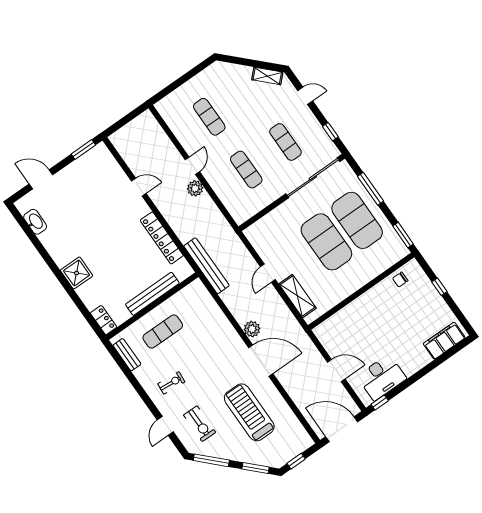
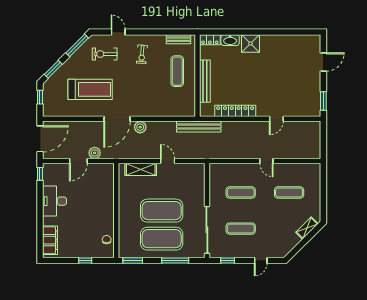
shelving: (267, 76) -> (307, 228), moved
plant: (195, 188) -> (95, 153), moved
washbasin: (35, 222) -> (230, 40), moved
desk: (382, 377) -> (54, 201), moved

